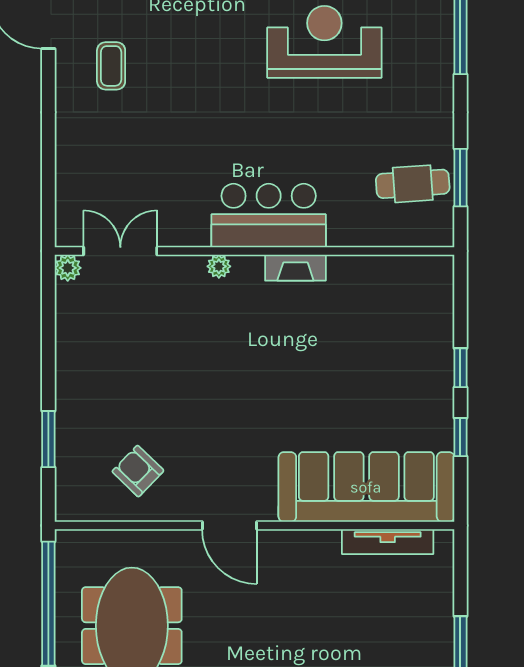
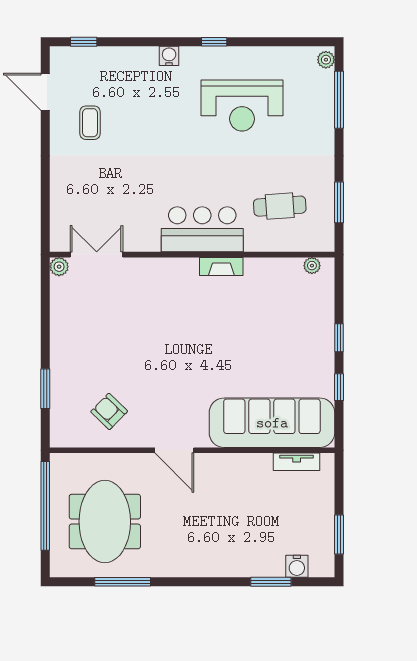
reception desk: (324, 42) -> (242, 106), turned 180
cafe table: (413, 184) -> (280, 206), moved
plant: (219, 266) -> (312, 266), moved
tv unit: (388, 542) -> (297, 462), width x0.71

